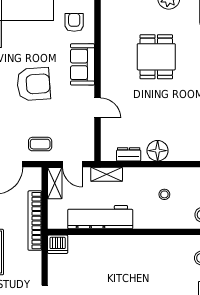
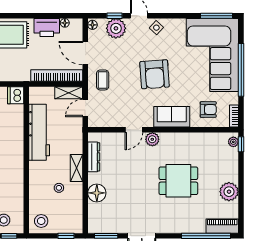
plant: (108, 87) -> (152, 139), added
floor lamp: (158, 151) -> (97, 193), moved
dresser: (129, 154) -> (94, 157), width x1.44
shelving: (107, 174) -> (76, 168), moved
bookcase: (35, 221) -> (57, 75), moved

